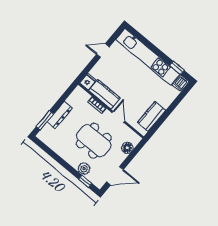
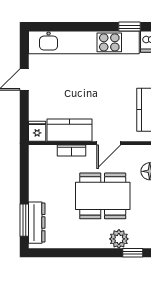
dresser: (60, 115) -> (37, 223), moved
door: (118, 117) -> (109, 143), swing flipped

